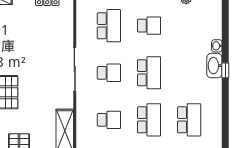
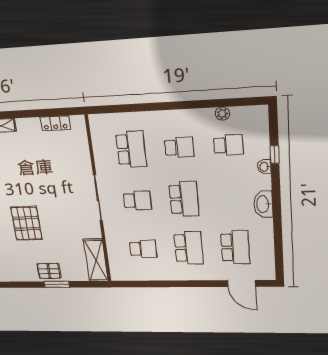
school desk: (189, 26) -> (228, 145), added
washbasin: (214, 66) -> (263, 204), moved
window: (225, 70) -> (275, 155), moved

